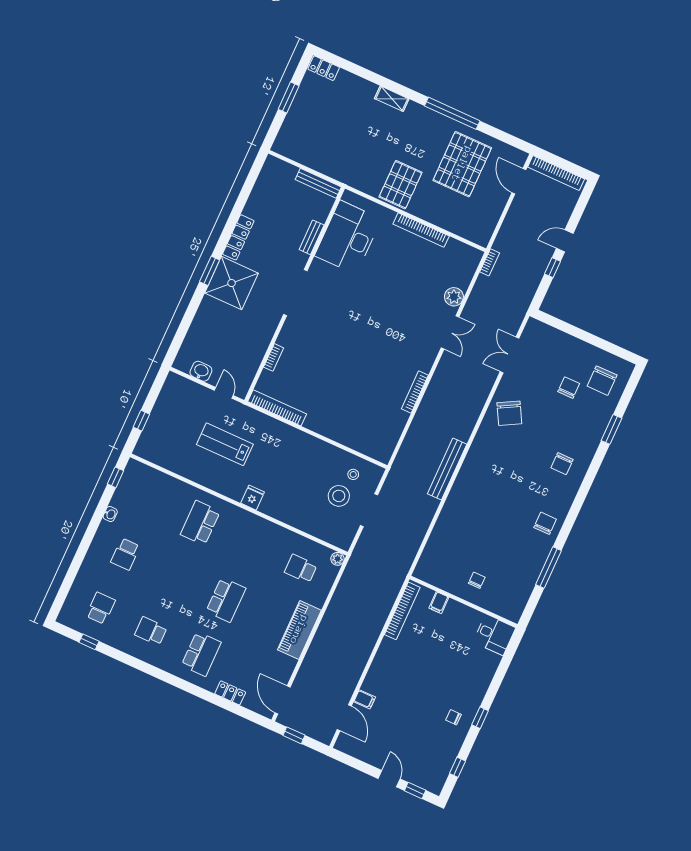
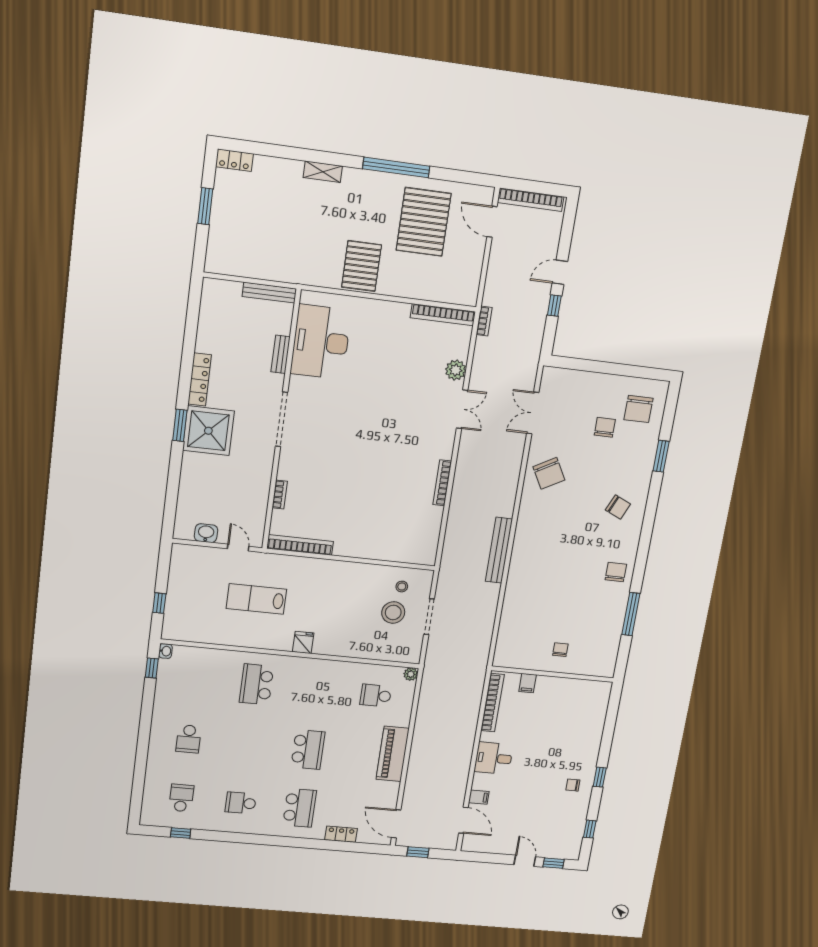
bookcase: (421, 230) -> (443, 315), moved
chair: (562, 464) -> (618, 507), turned -66
washbasin: (110, 514) -> (165, 651), moved
desk: (494, 635) -> (494, 758), moved, turned 180

